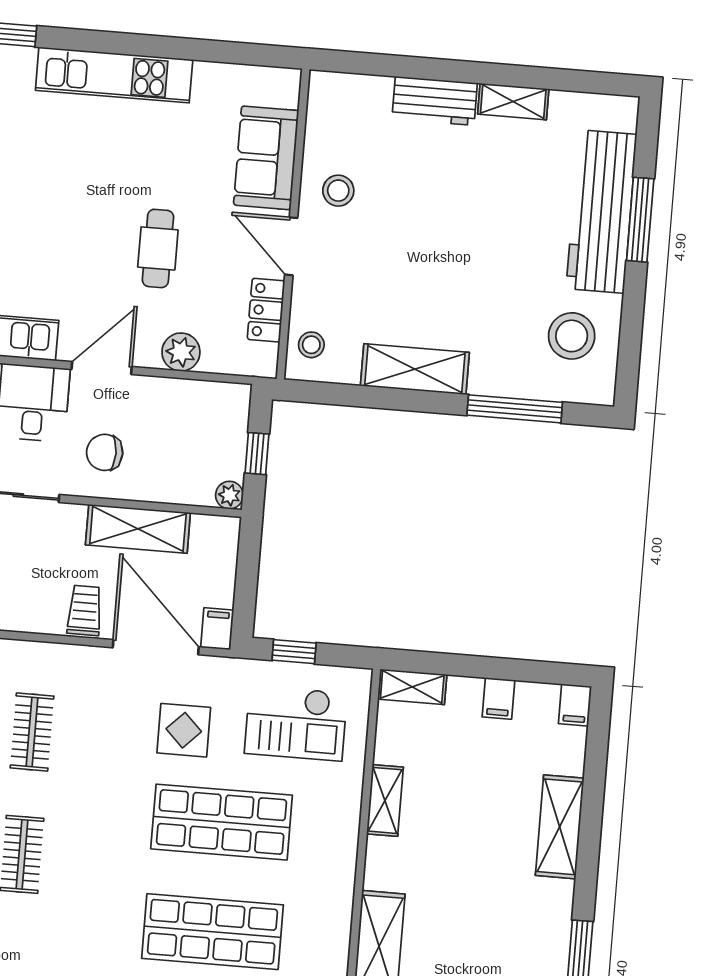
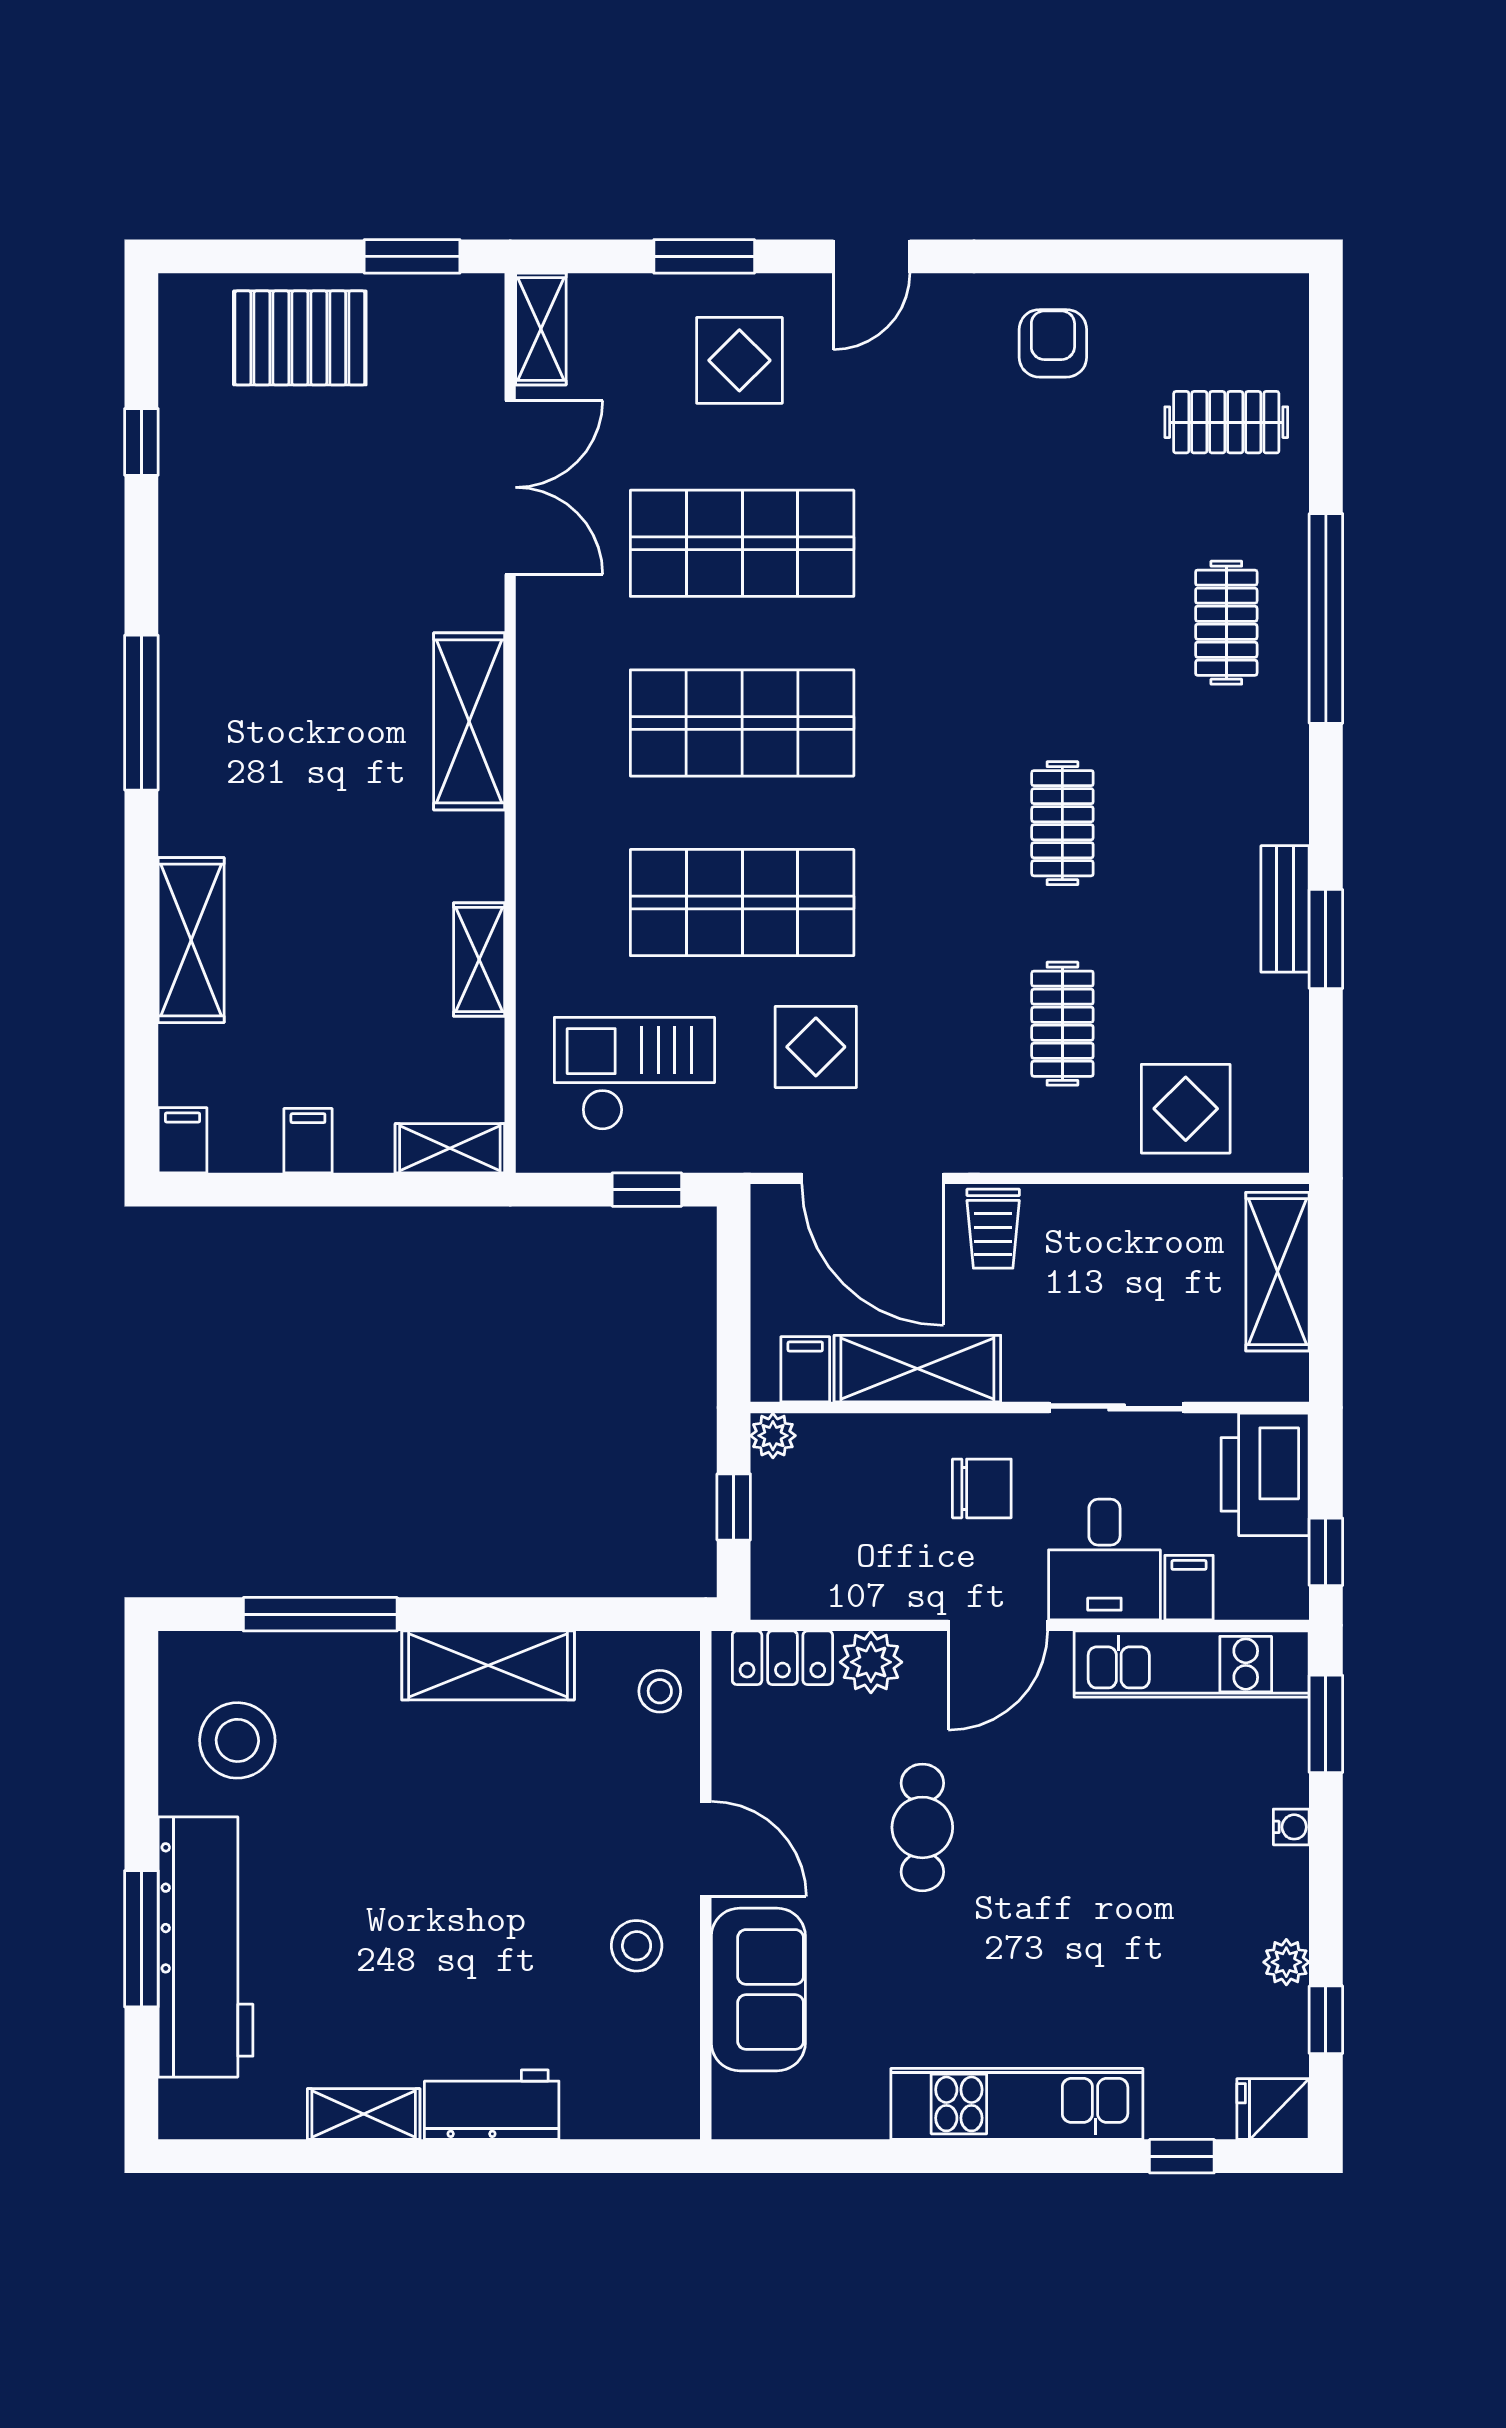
locker: (266, 310) -> (782, 1658), moved, turned 90
filing cabinet: (217, 629) -> (805, 1369), moved, turned 180

